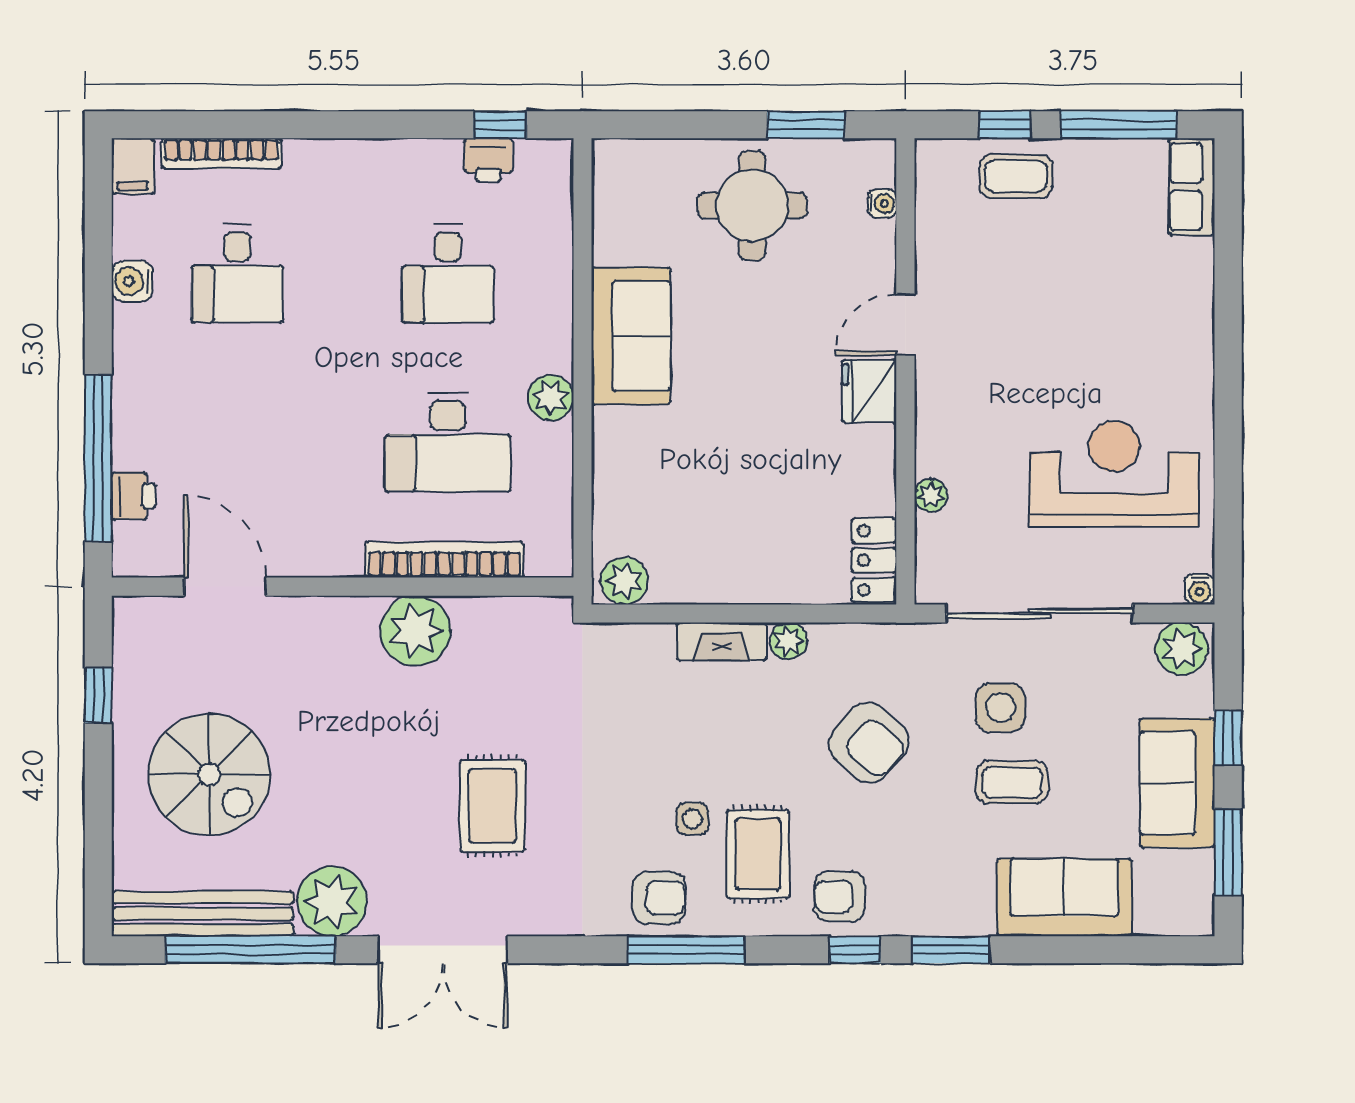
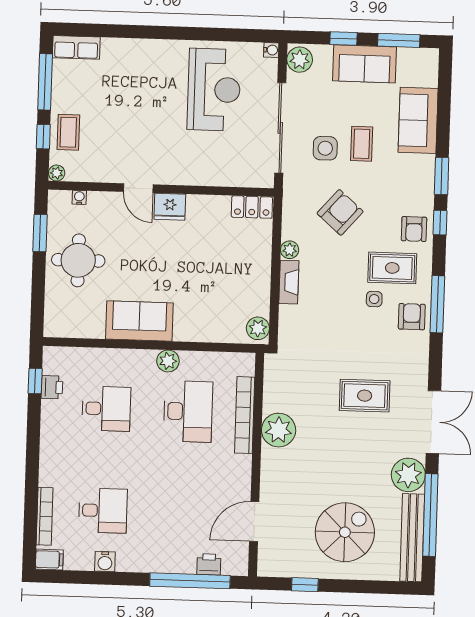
reception desk: (1114, 474) -> (214, 90), turned 180
plant: (931, 495) -> (57, 173), moved

